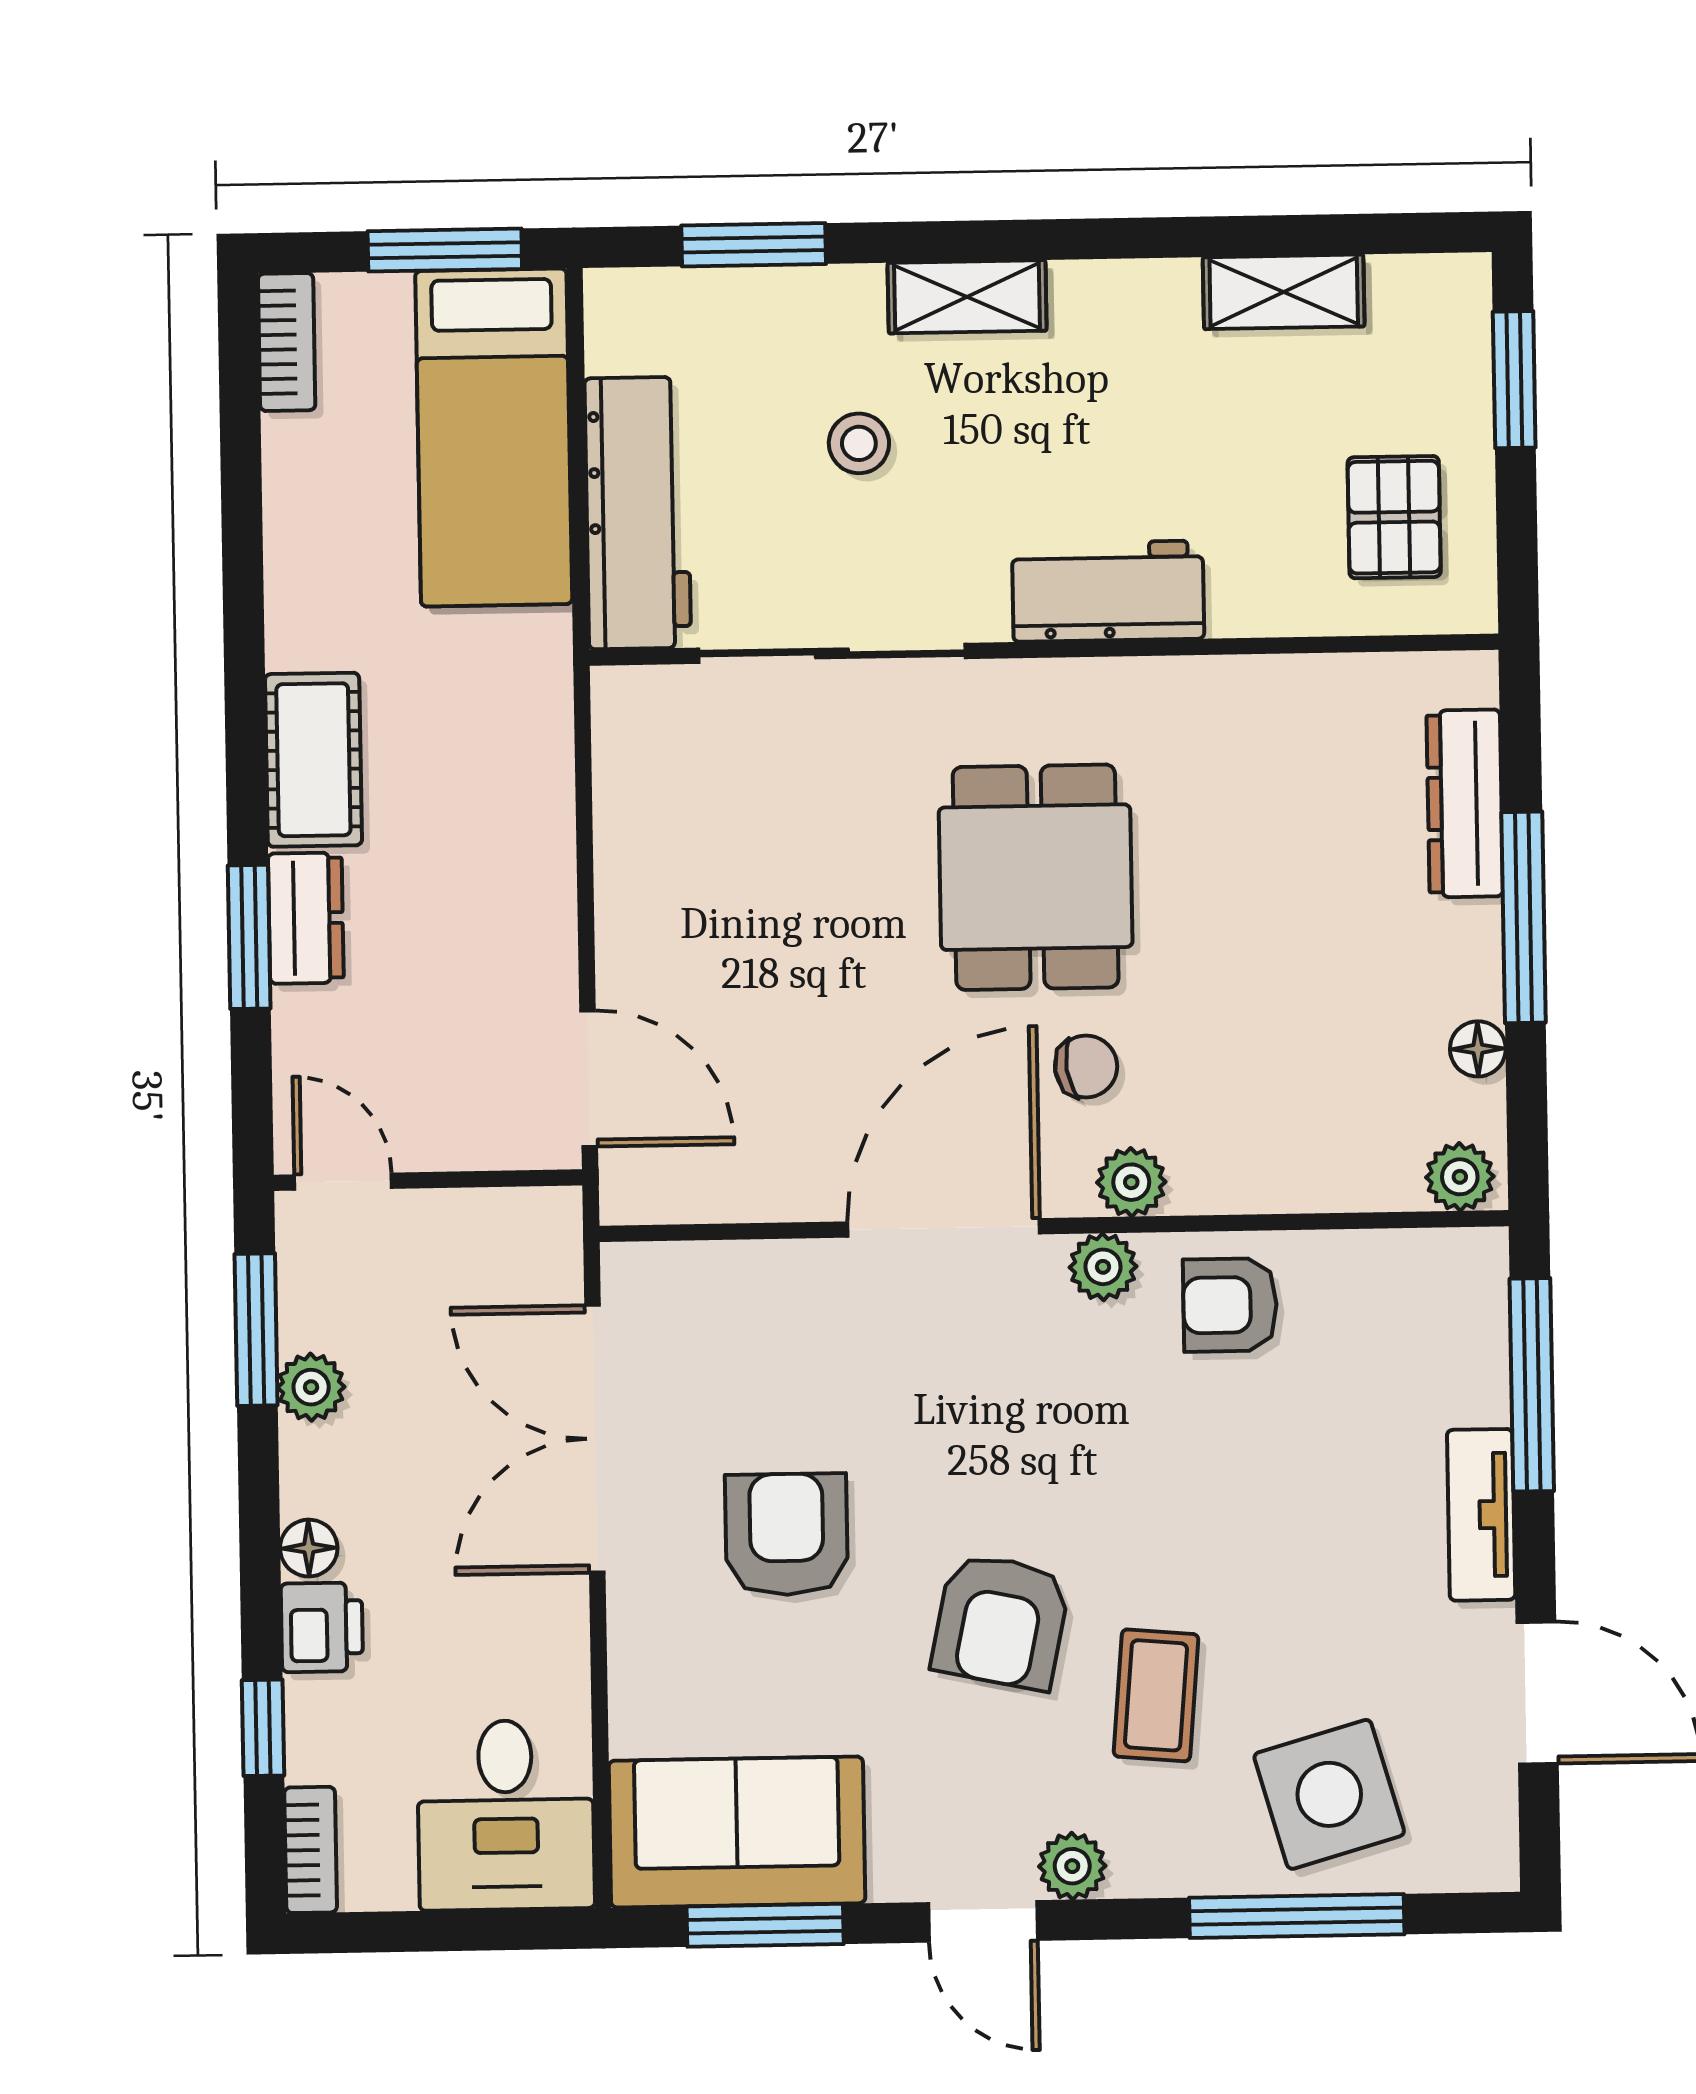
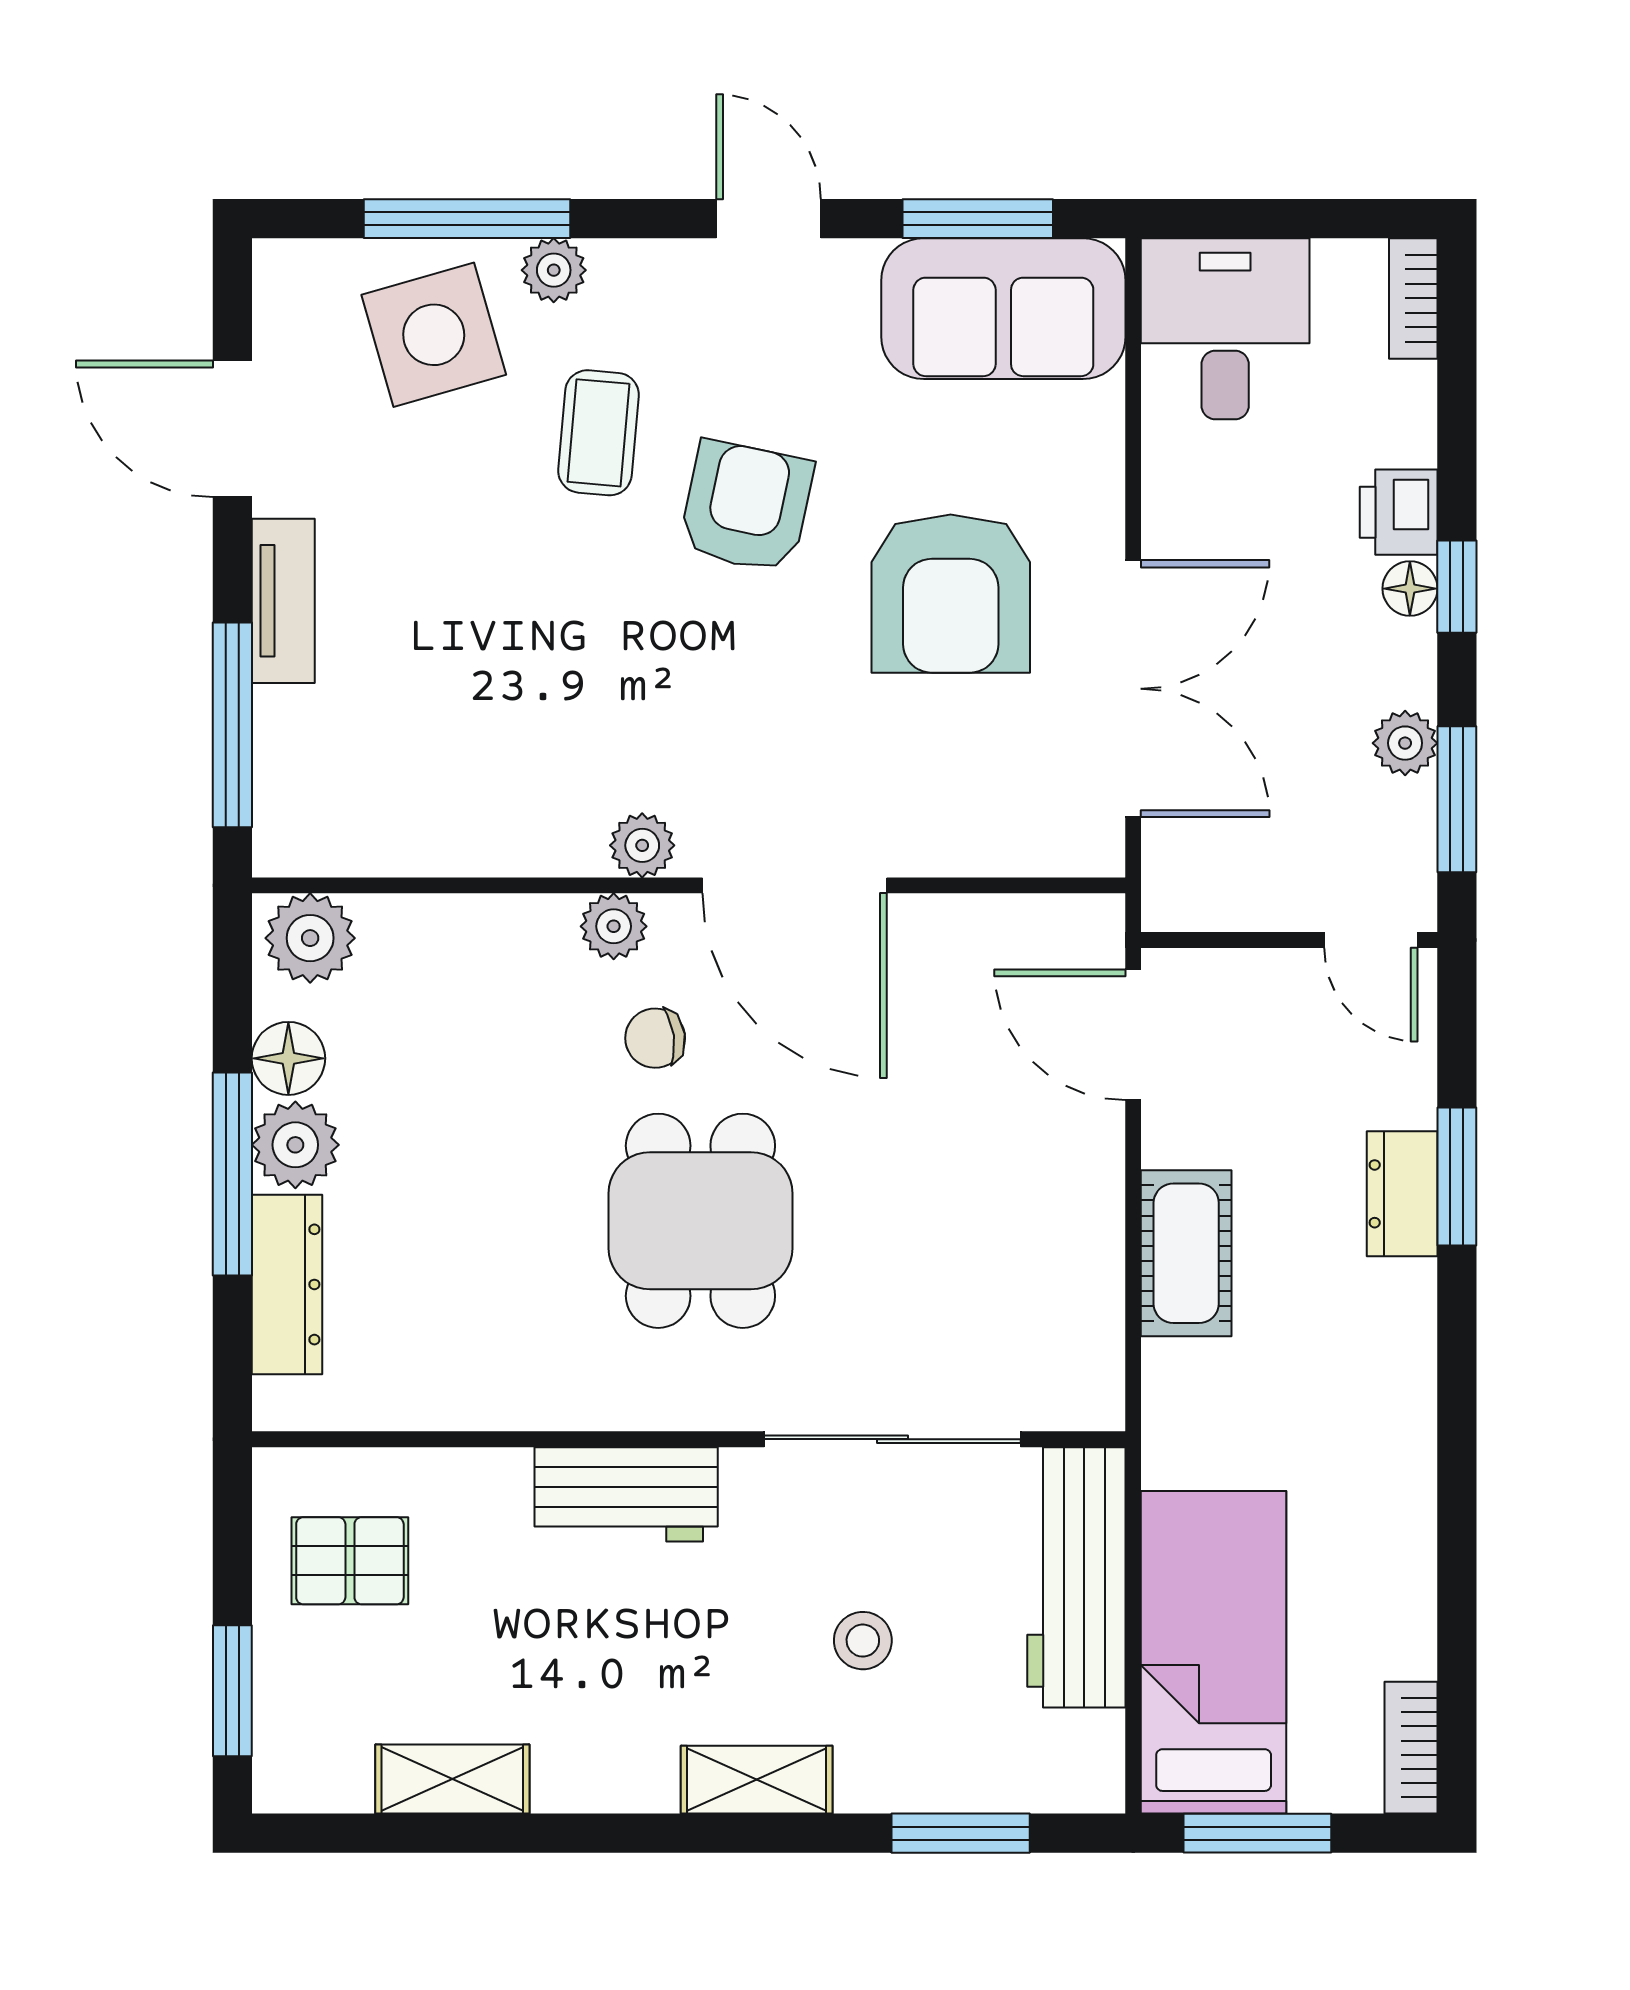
pallet: (1394, 517) -> (350, 1561), turned 90
cot: (313, 760) -> (1186, 1253), moved
plant: (1459, 949) -> (295, 1145), added
floor lamp: (1478, 1049) -> (288, 1058), width x1.37, depth x1.37
plant: (1460, 1177) -> (310, 938), width x1.38, depth x1.38
door: (944, 1228) -> (795, 885), hinge flipped
armchair: (1230, 1305) -> (521, 807), removed
armchair: (787, 1534) -> (951, 594), width x1.36, depth x1.36
window: (263, 1728) -> (1457, 587), moved
plant: (1072, 1866) -> (554, 270), moved

